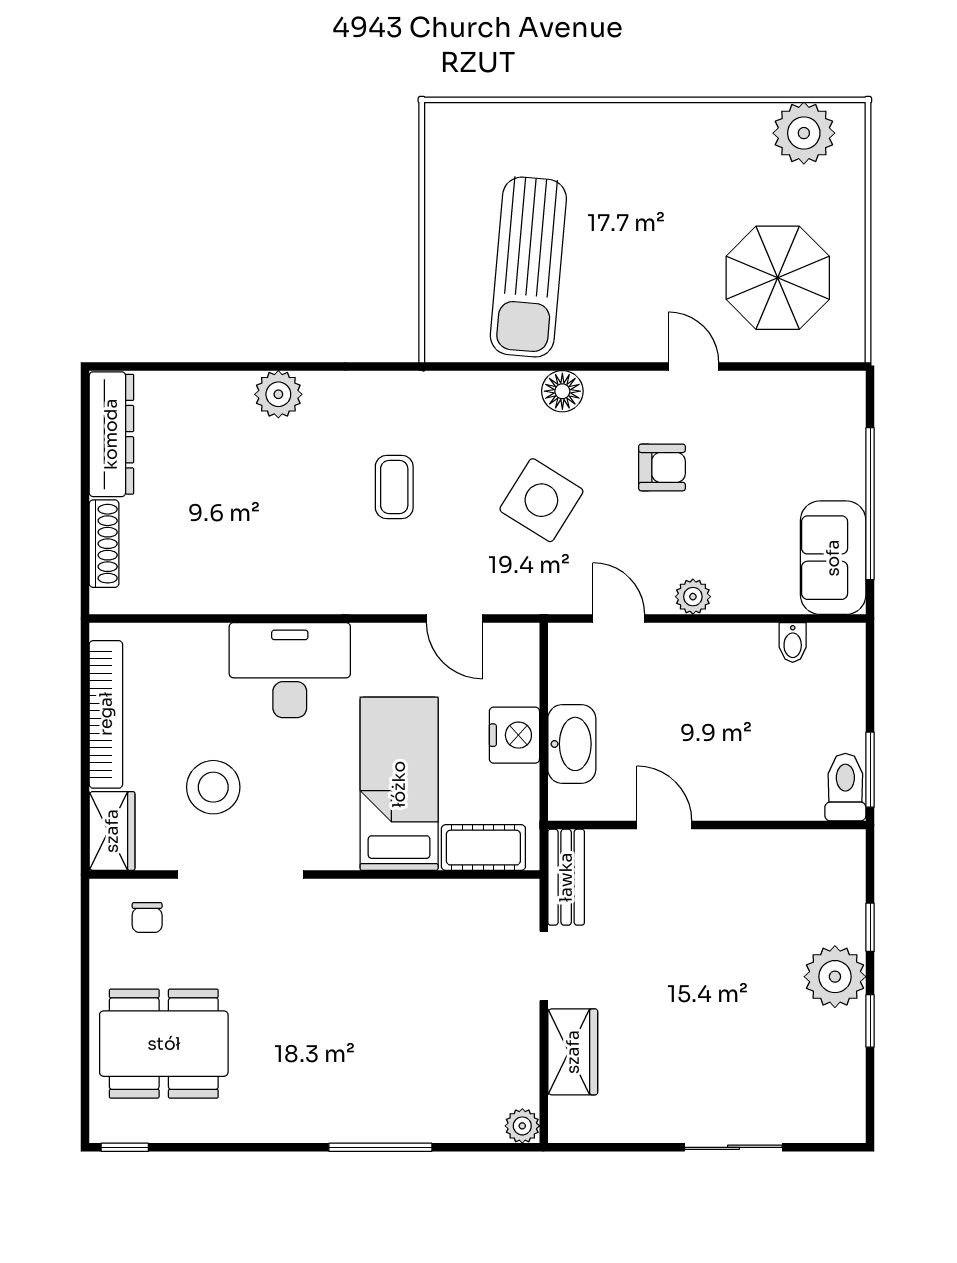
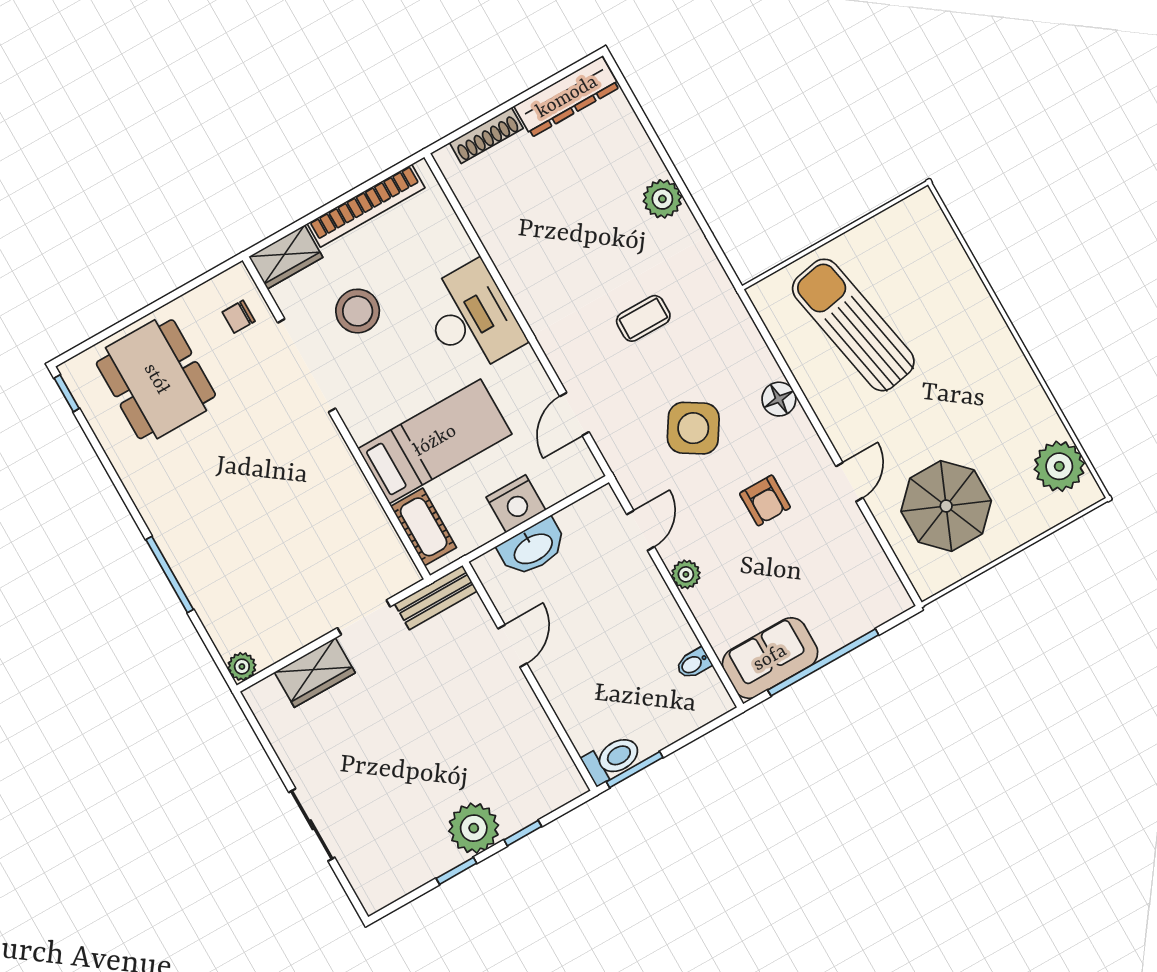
sun lounger: (528, 267) -> (853, 325), turned 74

